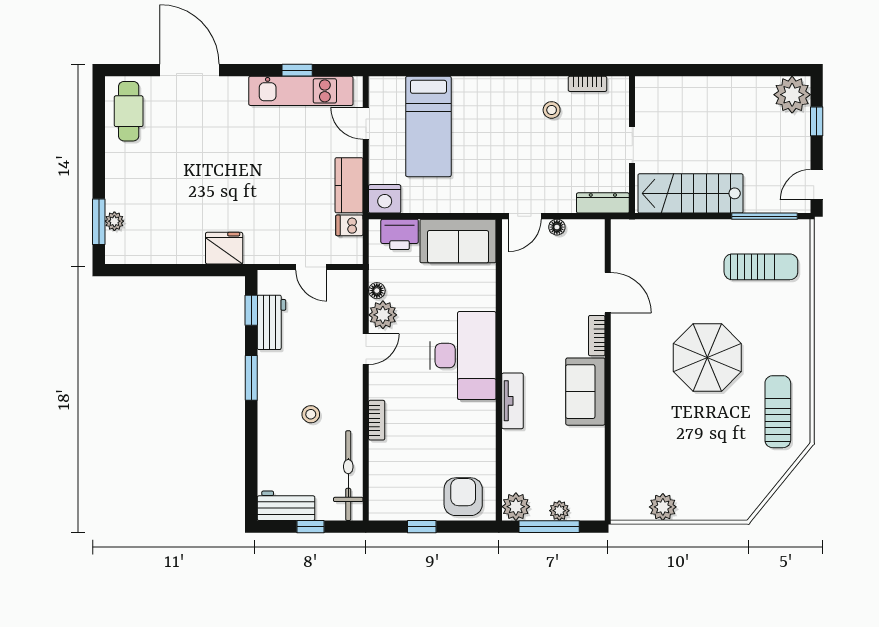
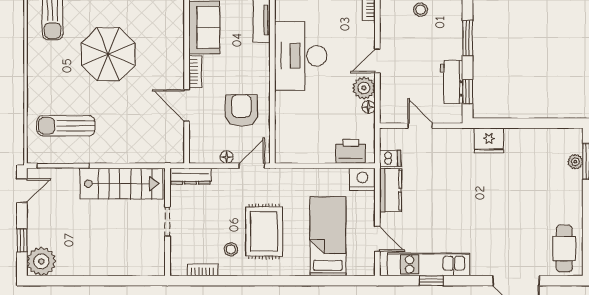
rug: (509, 133) -> (264, 231), added
sofa: (458, 241) -> (305, 146), removed
armchair: (538, 286) -> (241, 111), added

